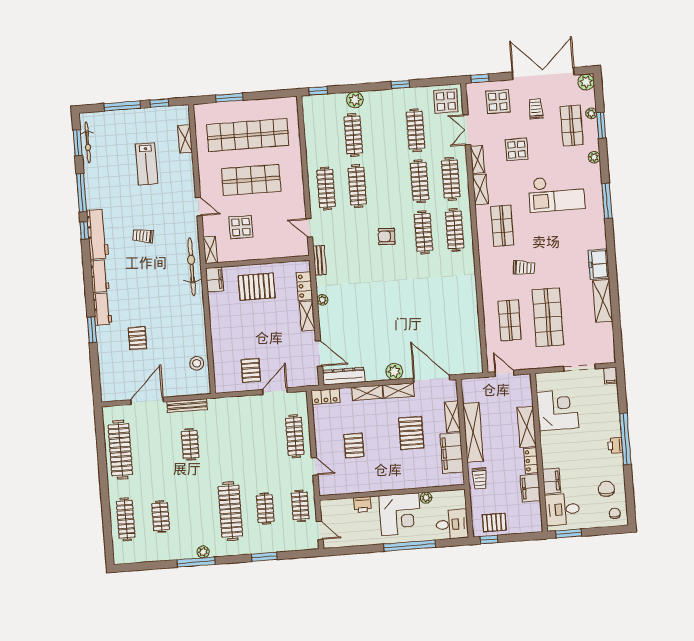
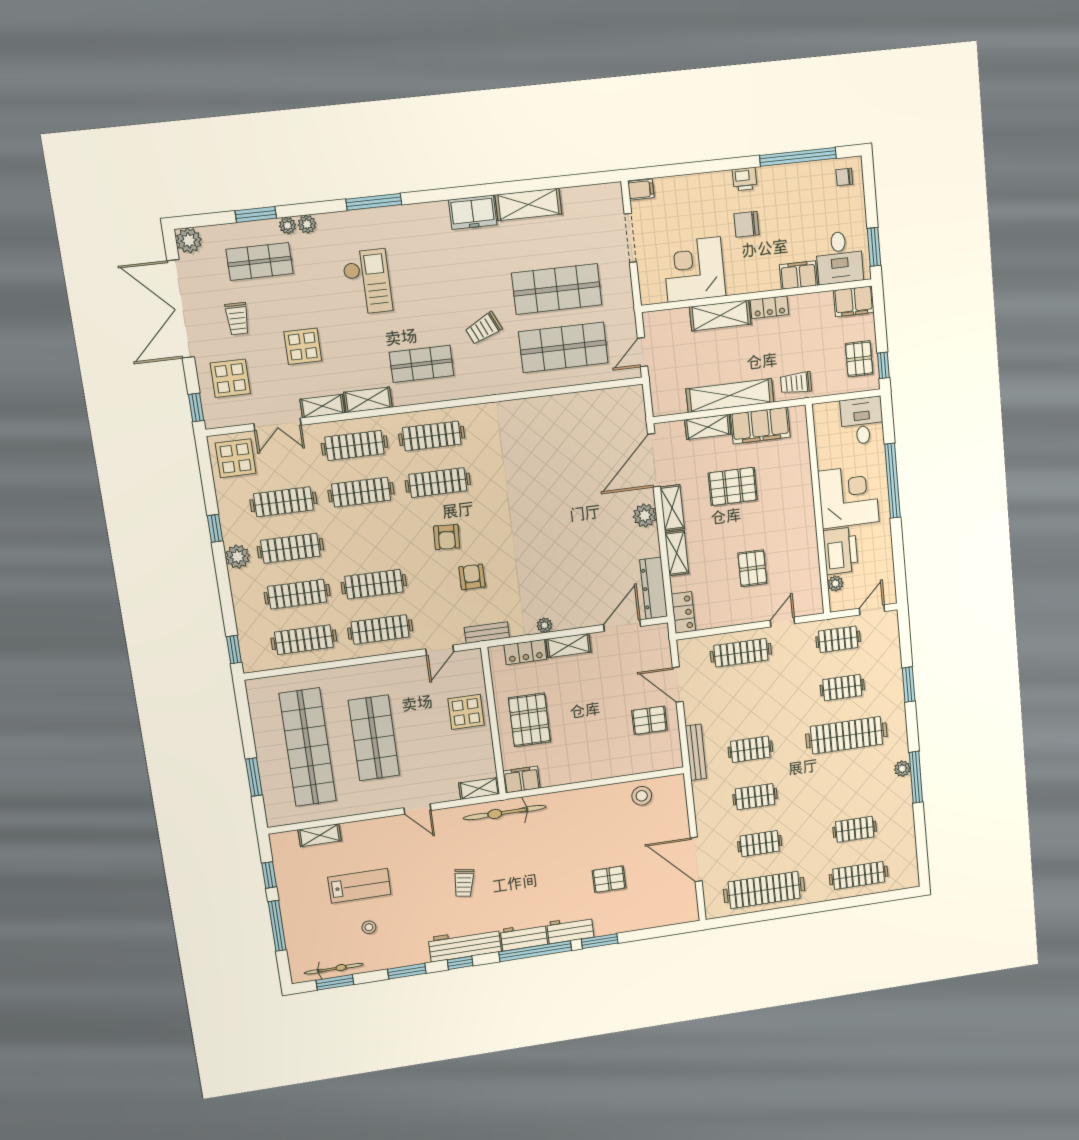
plant: (355, 100) -> (238, 557), moved
trolley: (536, 109) -> (237, 319), turned -90
plant: (591, 113) -> (287, 225), moved
clothes rail: (384, 133) -> (290, 548), added
clothes rail: (322, 137) -> (304, 640), added
stool: (116, 169) -> (369, 927), added
window: (81, 193) -> (407, 971), width x0.69
checkout: (556, 194) -> (367, 282), width x0.73, depth x0.83
door: (199, 207) -> (417, 809), swing flipped
display table: (241, 227) -> (466, 712), moved
armchair: (359, 252) -> (472, 577), added
trolley: (524, 268) -> (484, 328), turned -122
window: (88, 284) -> (535, 951), added
shop shelf: (510, 320) -> (563, 347), width x1.43, depth x1.36
bench: (187, 406) -> (696, 752), moved
window: (625, 439) -> (798, 157), moved
clothes rail: (225, 442) -> (750, 749), added
pallet: (354, 446) -> (752, 568), turned 90
clothes rail: (155, 447) -> (760, 844), added
trolley: (480, 478) -> (796, 383), turned 180
filing cabinet: (530, 488) -> (854, 301), moved
chair: (606, 489) -> (746, 224), moved
plant: (426, 498) -> (835, 584), moved
printer: (362, 505) -> (840, 551), width x1.87, depth x1.48

